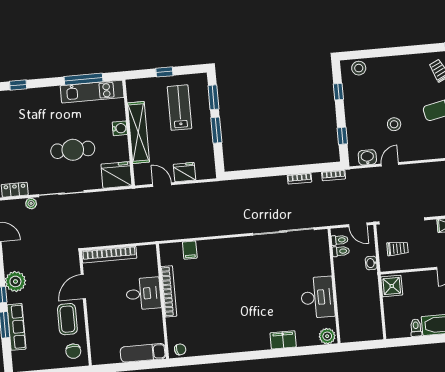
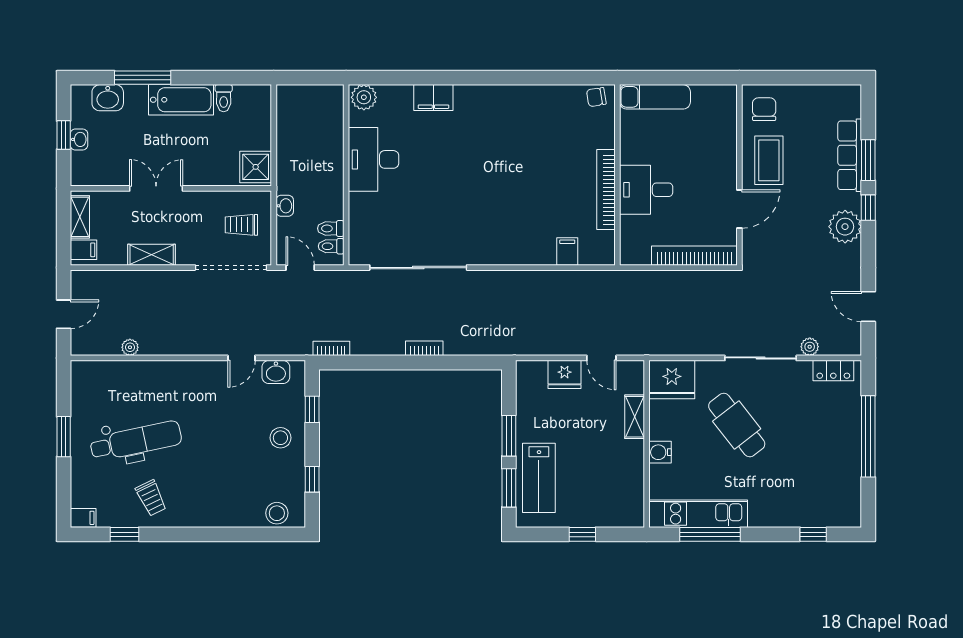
lab bench: (179, 108) -> (539, 478), moved
stool: (394, 124) -> (280, 438), moved
shelving: (138, 132) -> (635, 417), width x0.45, depth x0.75
cafe table: (73, 150) -> (737, 425), turned 52
bookcase: (300, 179) -> (424, 348), moved

